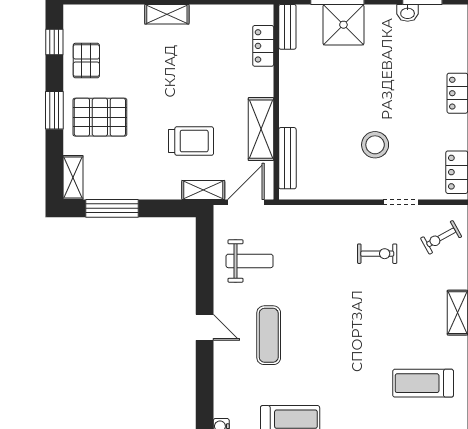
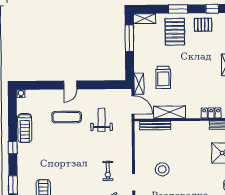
weight bench: (250, 261) -> (102, 120), moved, turned 180

